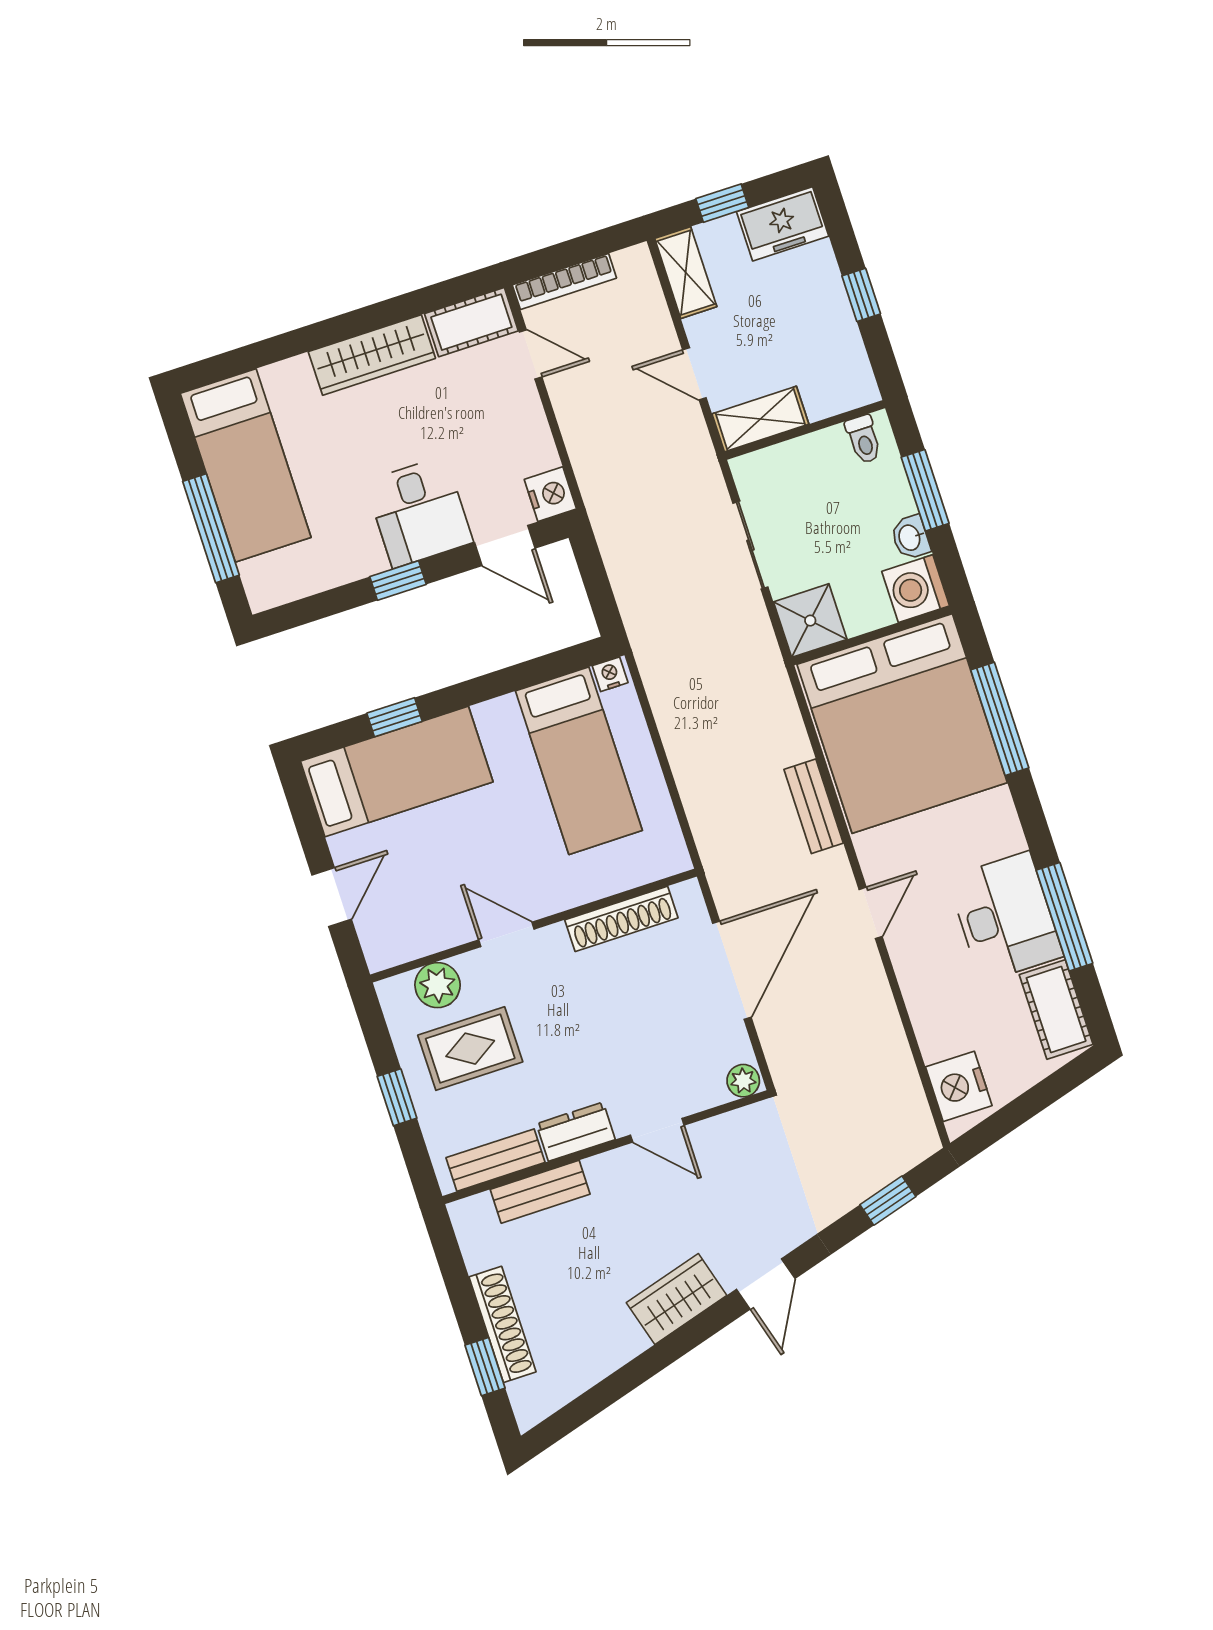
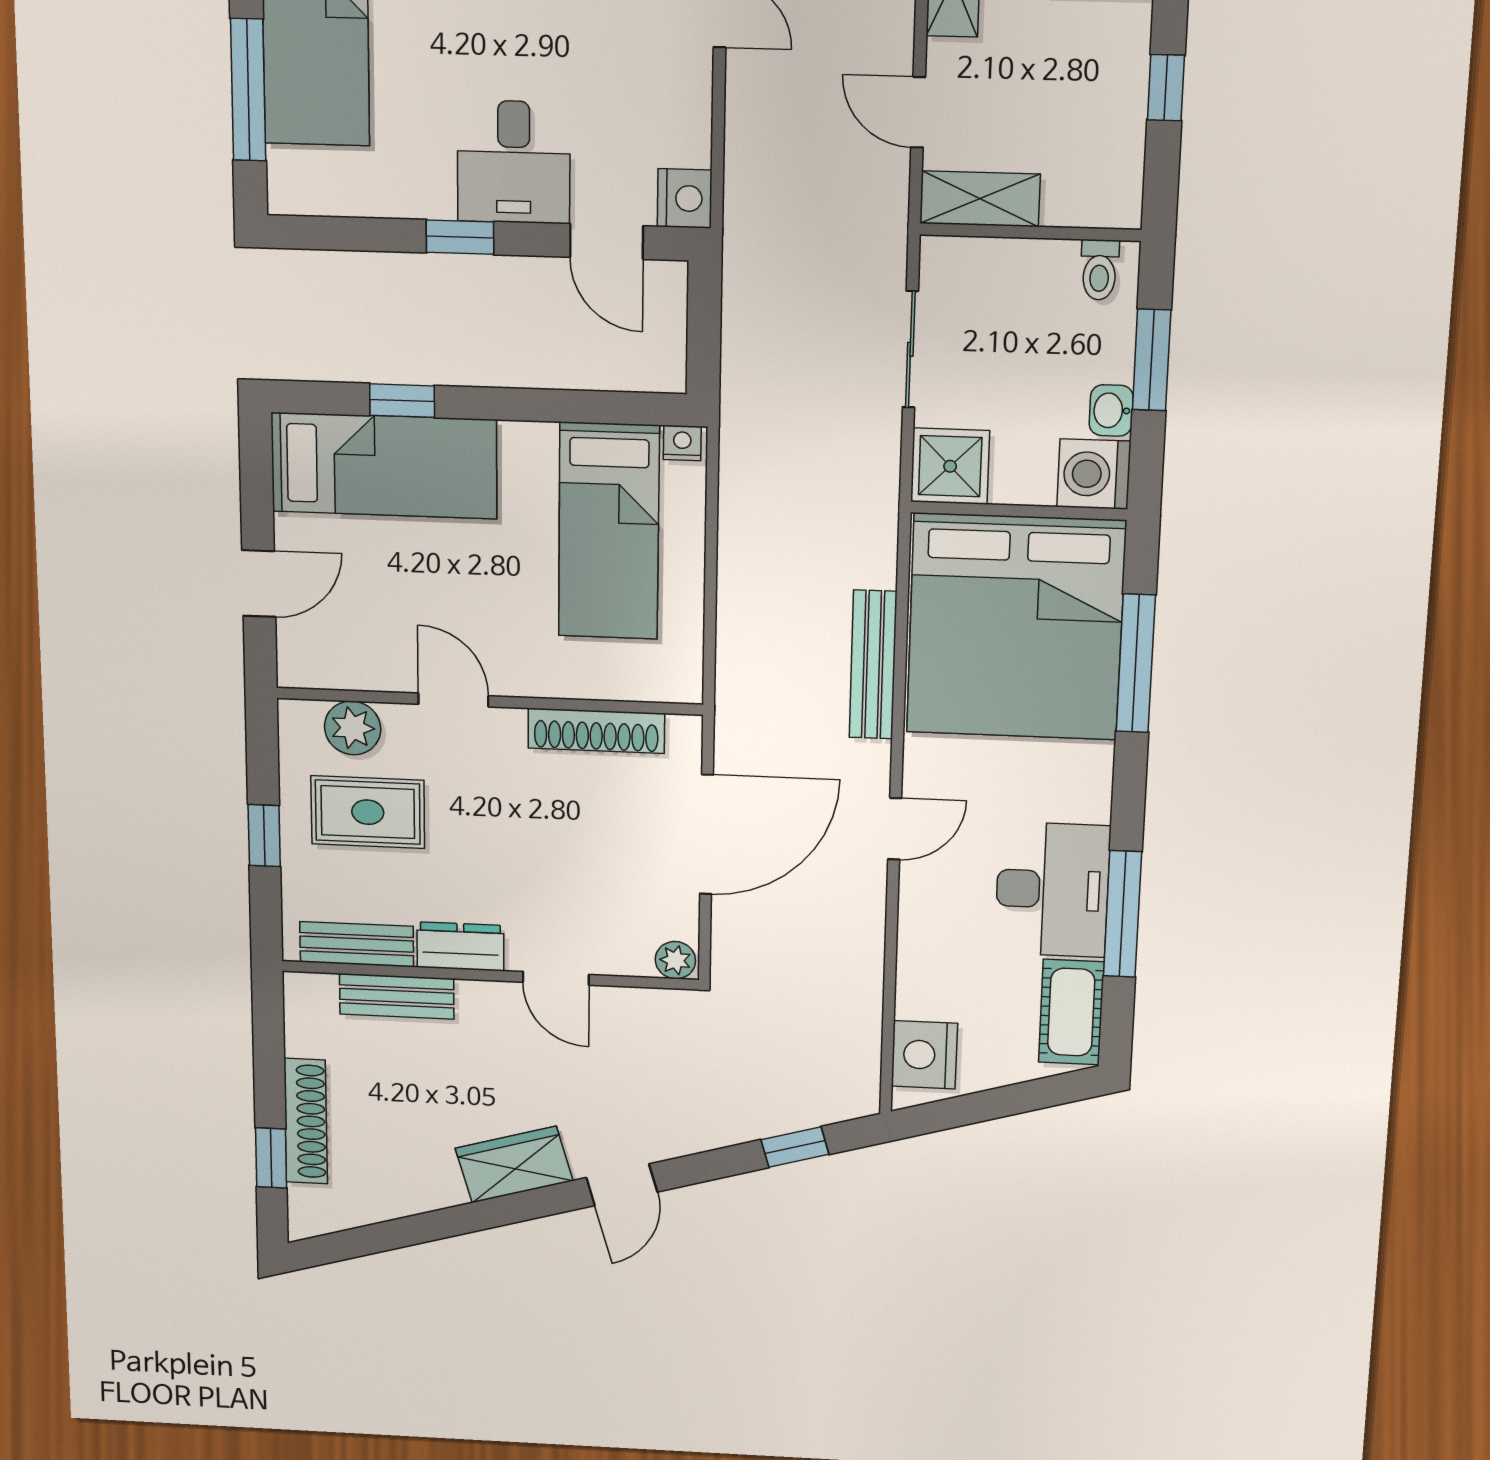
bench: (814, 806) -> (873, 665), width x1.36

